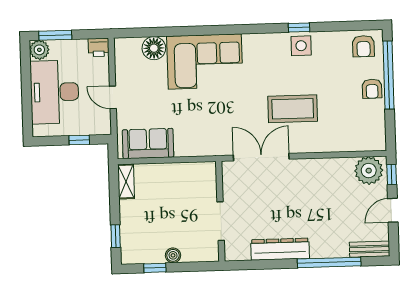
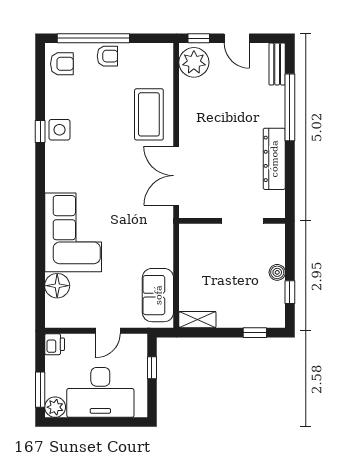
coffee table: (293, 109) -> (149, 114), moved

